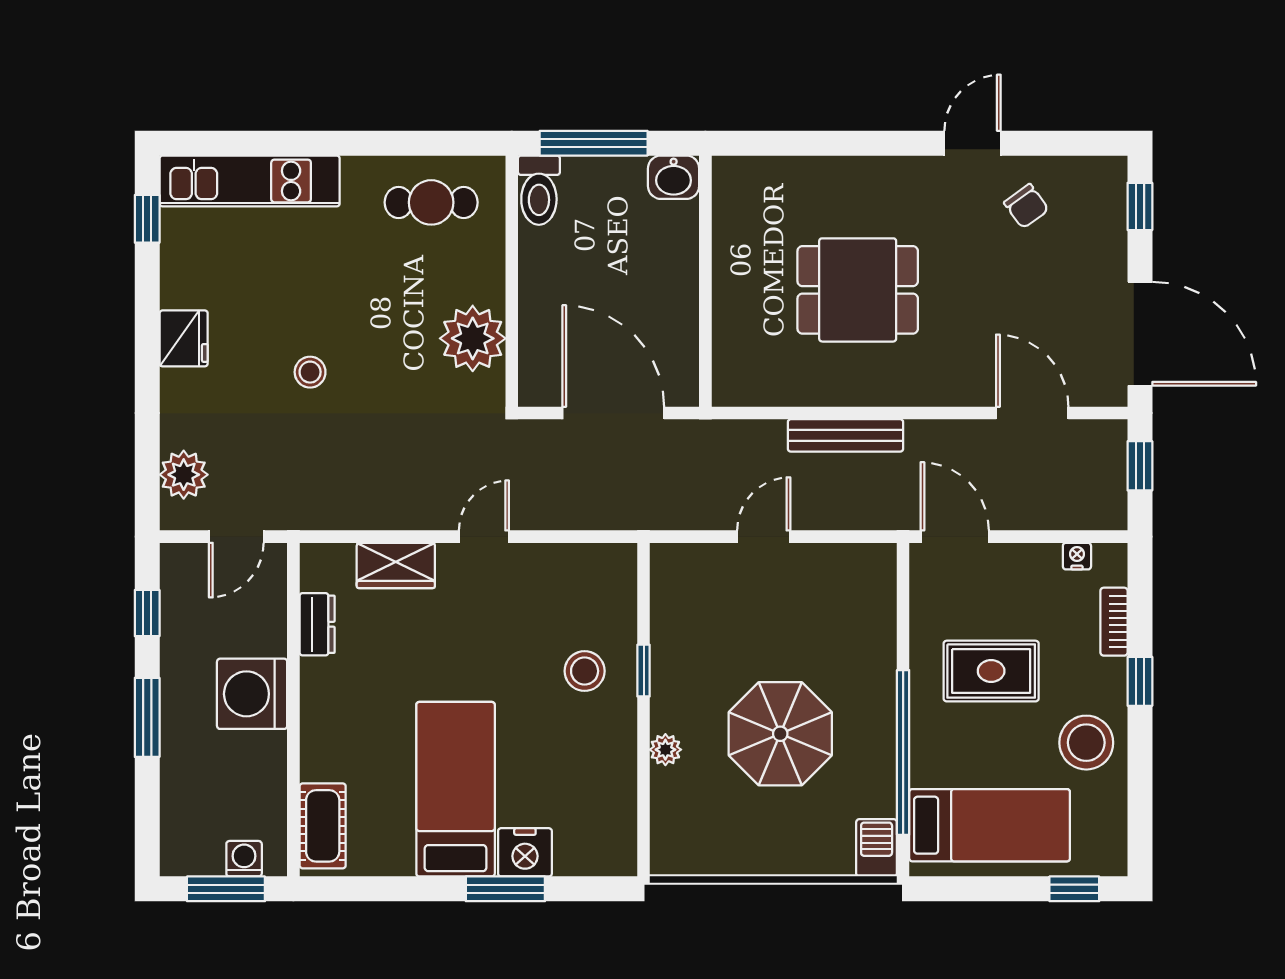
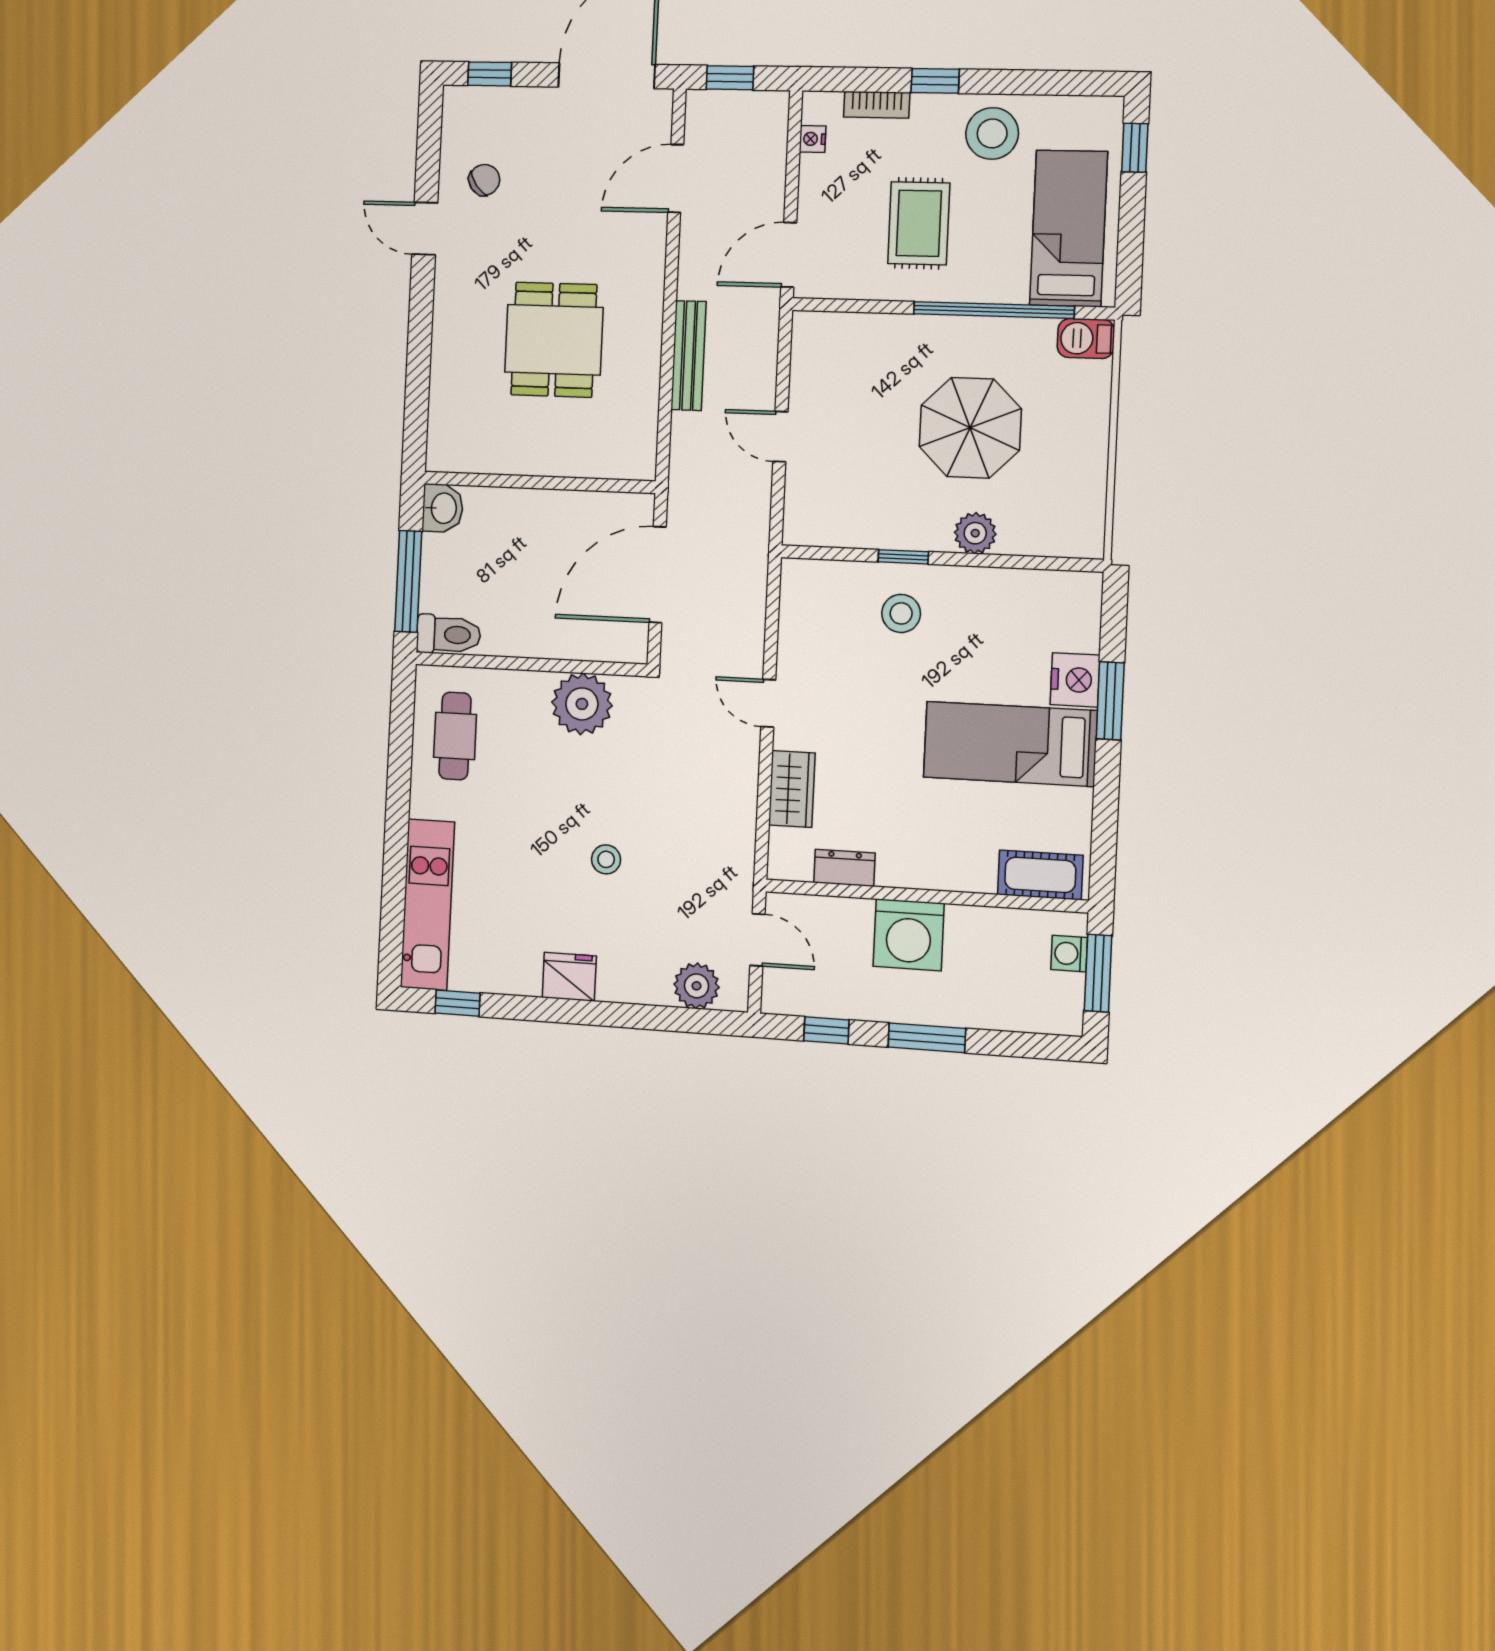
plant: (665, 750) -> (975, 533), width x1.38, depth x1.38

